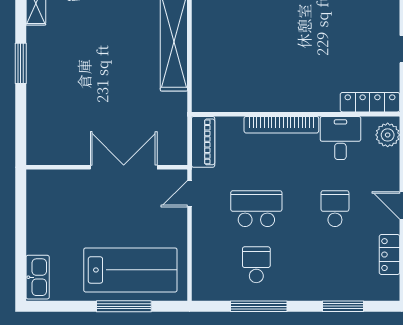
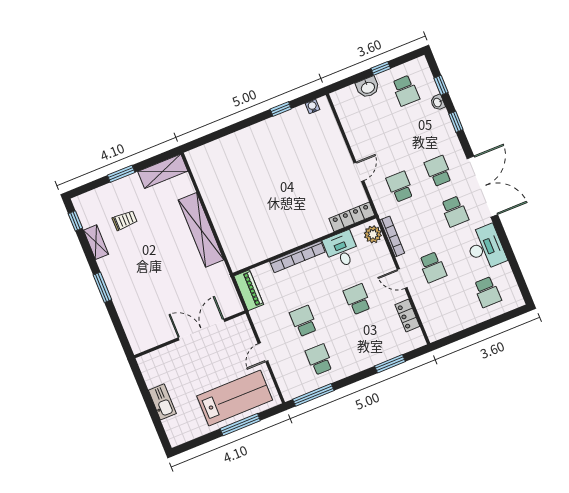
door: (190, 194) -> (263, 352), moved
school desk: (256, 209) -> (304, 321), width x0.54
kitchen sink: (38, 277) -> (162, 402), moved
window: (259, 306) -> (313, 395), moved

